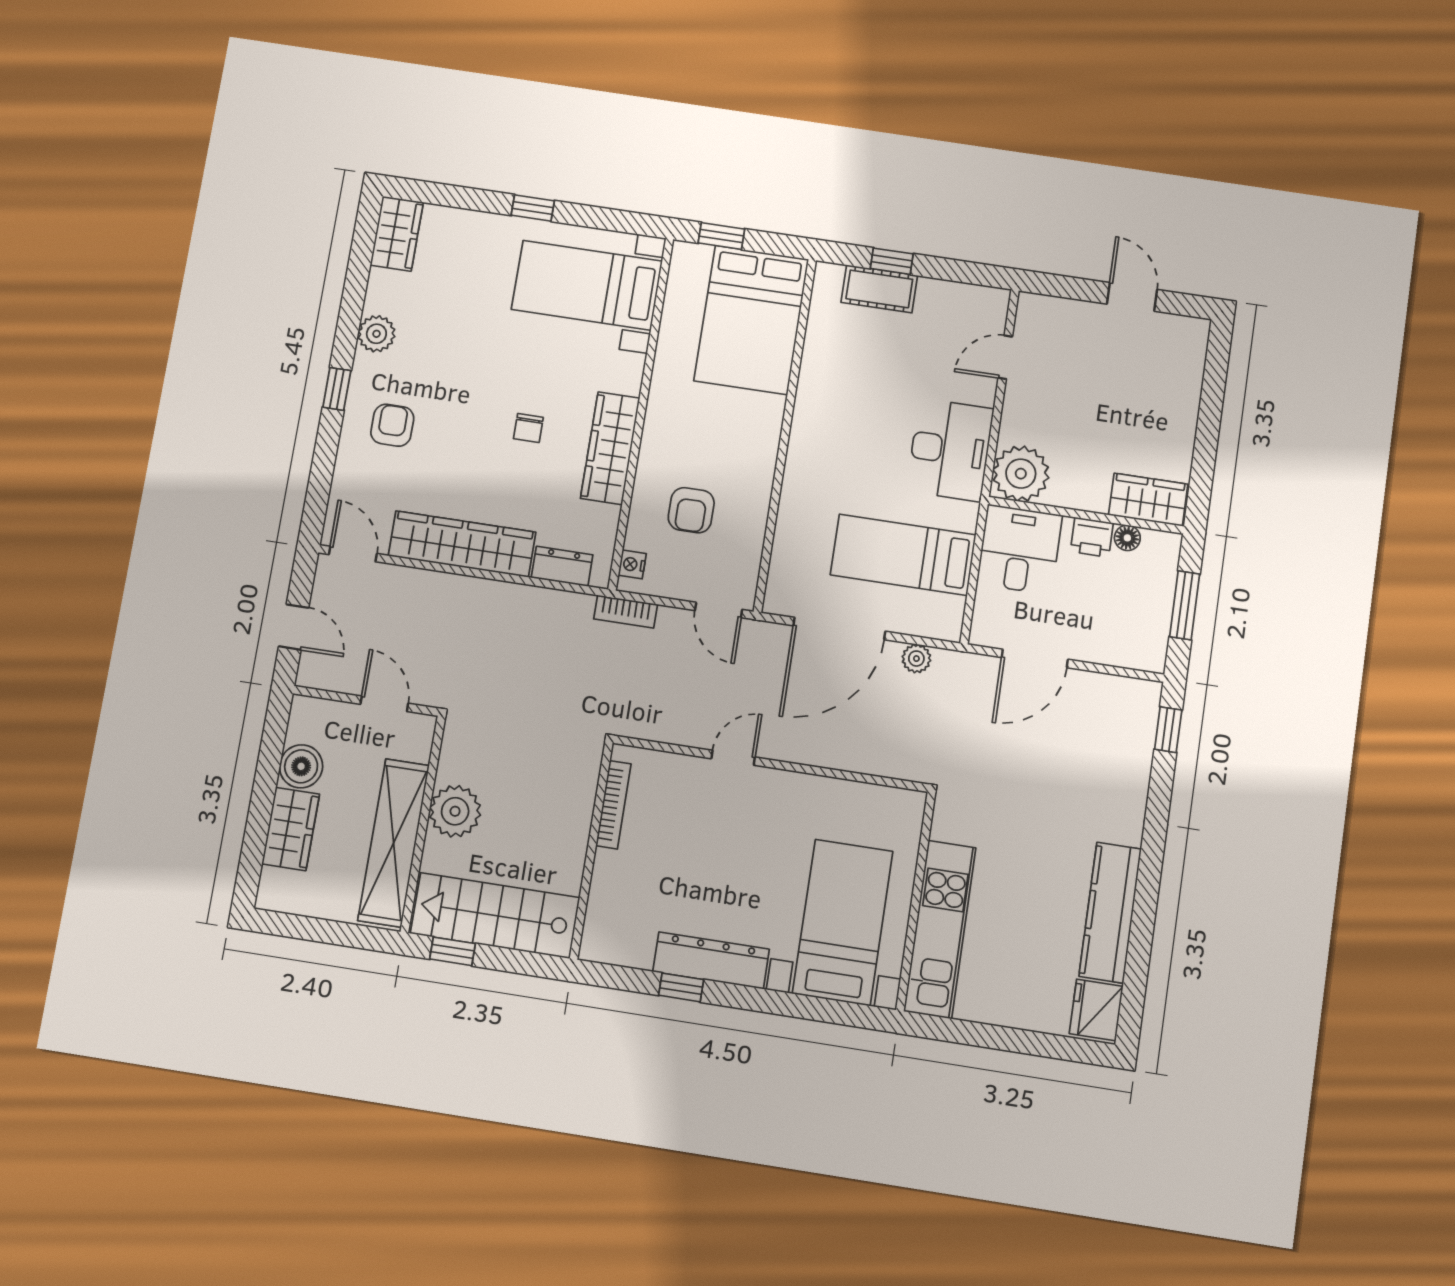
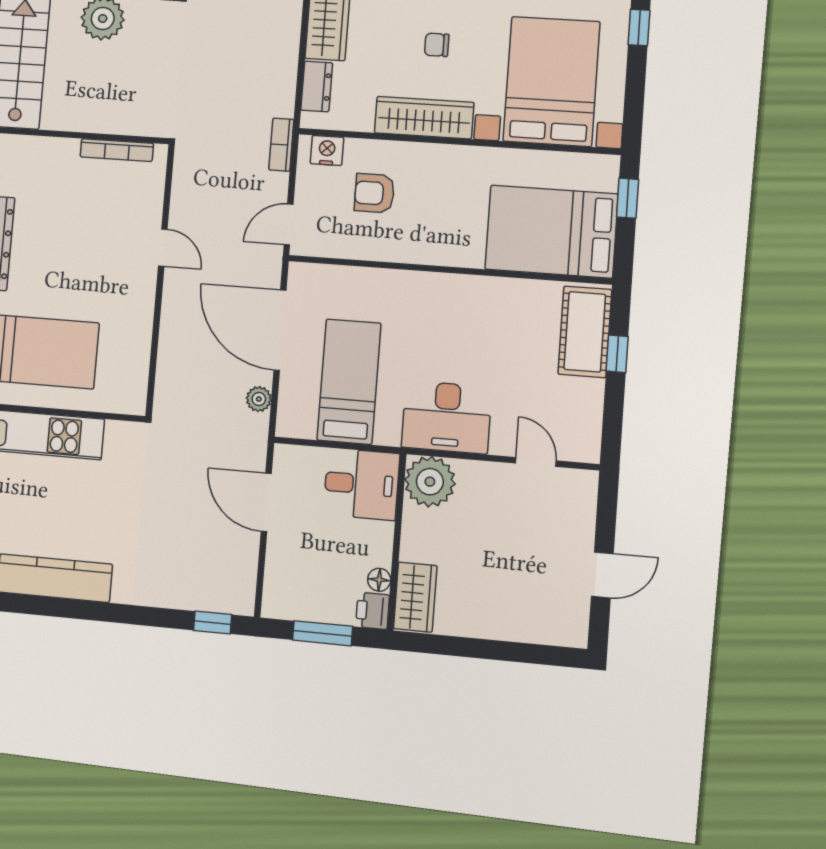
bed with nightstands: (587, 285) -> (552, 81), width x1.36
cot: (879, 289) -> (585, 332), width x1.37, depth x1.34
printer: (1092, 537) -> (373, 611), moved
nightstand: (632, 564) -> (327, 150), width x1.39, depth x1.35

